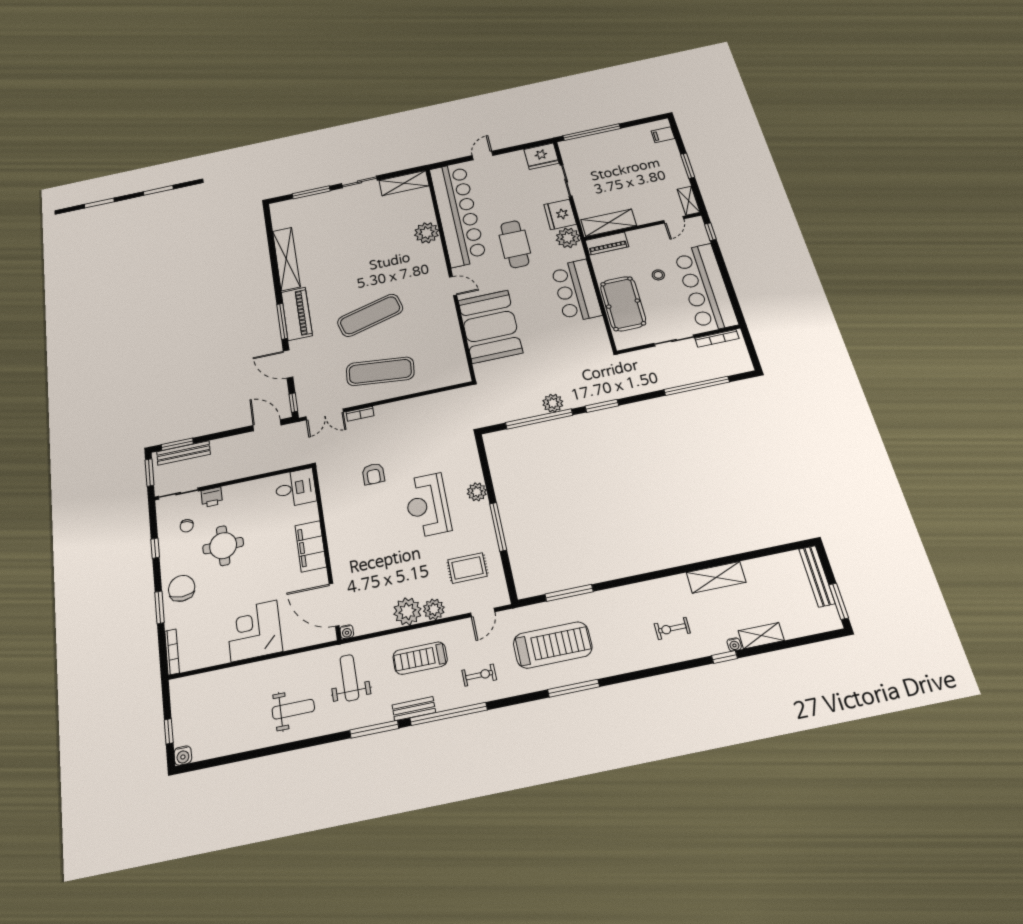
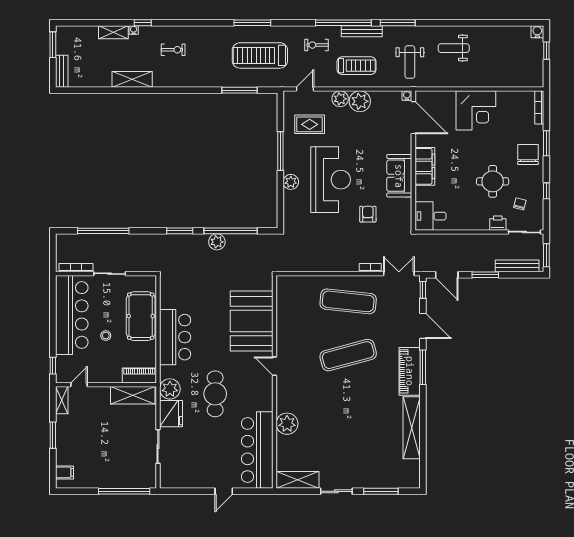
fridge: (541, 156) -> (173, 477), removed
bar counter: (457, 214) -> (257, 450), width x0.73
window: (177, 444) -> (485, 275), moved
reception desk: (427, 505) -> (331, 180), width x1.36, depth x1.30
sofa: (341, 528) -> (399, 176), added
bench: (817, 576) -> (62, 71), width x0.73
chair: (182, 588) -> (528, 155), turned 180
bench: (414, 709) -> (362, 31), width x1.36

